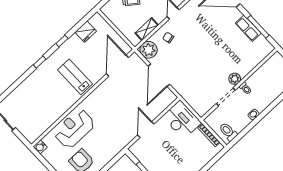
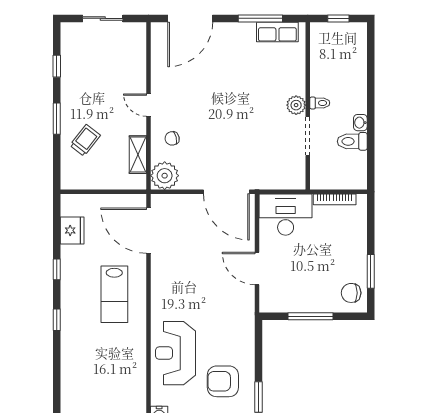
row of seats: (248, 28) -> (277, 32), moved
door: (159, 75) -> (226, 192), moved
lab bench: (75, 77) -> (114, 294), turned -90
toilet: (228, 132) -> (352, 141), moved

